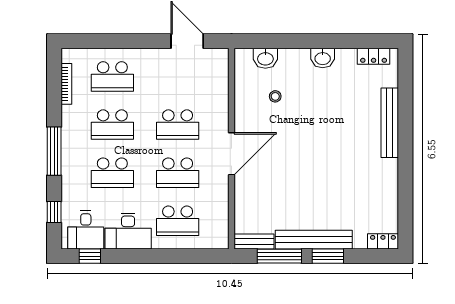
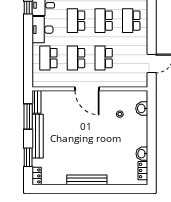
washbasin: (323, 58) -> (142, 154), moved
bench: (390, 123) -> (87, 180), moved
window: (328, 256) -> (28, 157), moved

